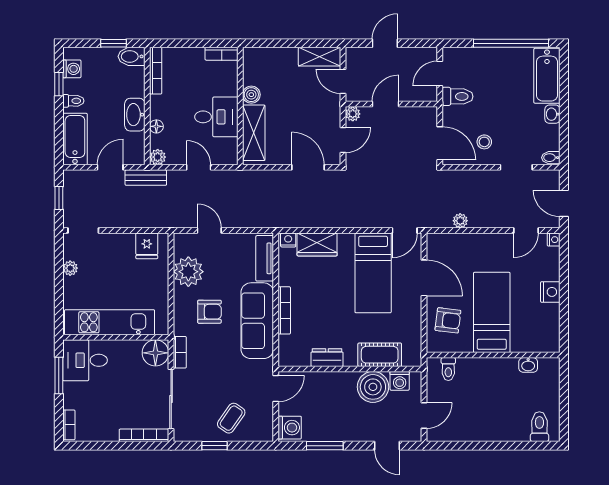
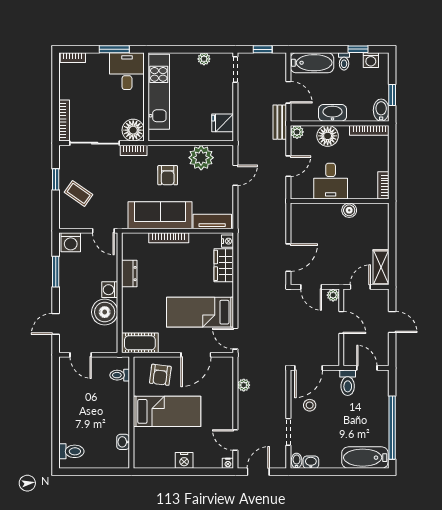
washbasin: (552, 114) -> (311, 462), moved
floor lamp: (156, 126) -> (328, 136), width x1.89, depth x1.89
shelving: (254, 133) -> (317, 212), removed
cot: (380, 355) -> (140, 343), moved, turned 90
washing machine: (400, 381) -> (110, 290), moved

